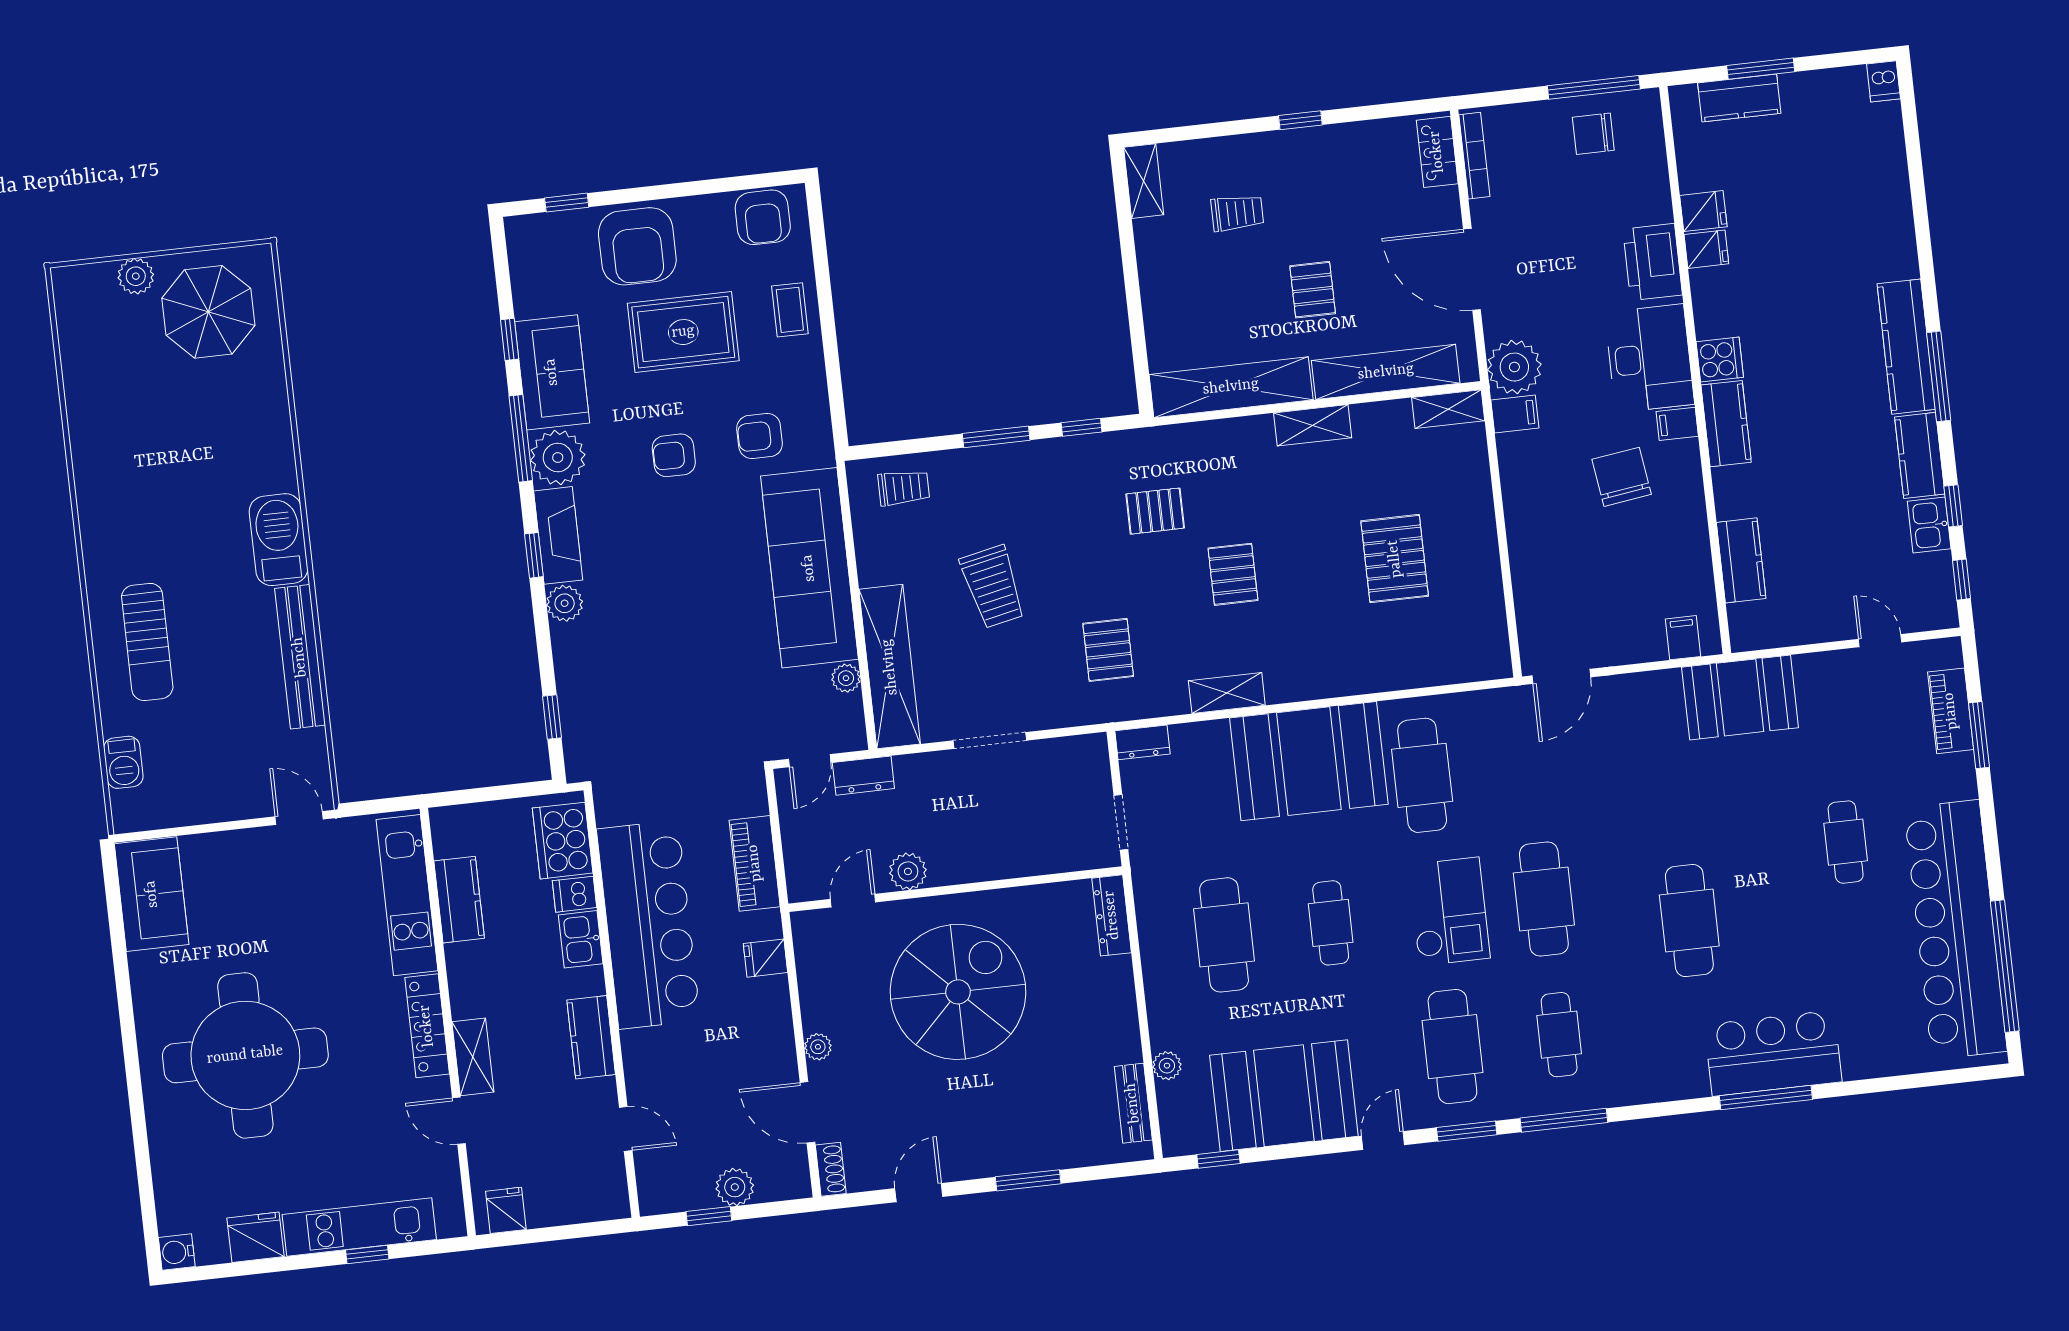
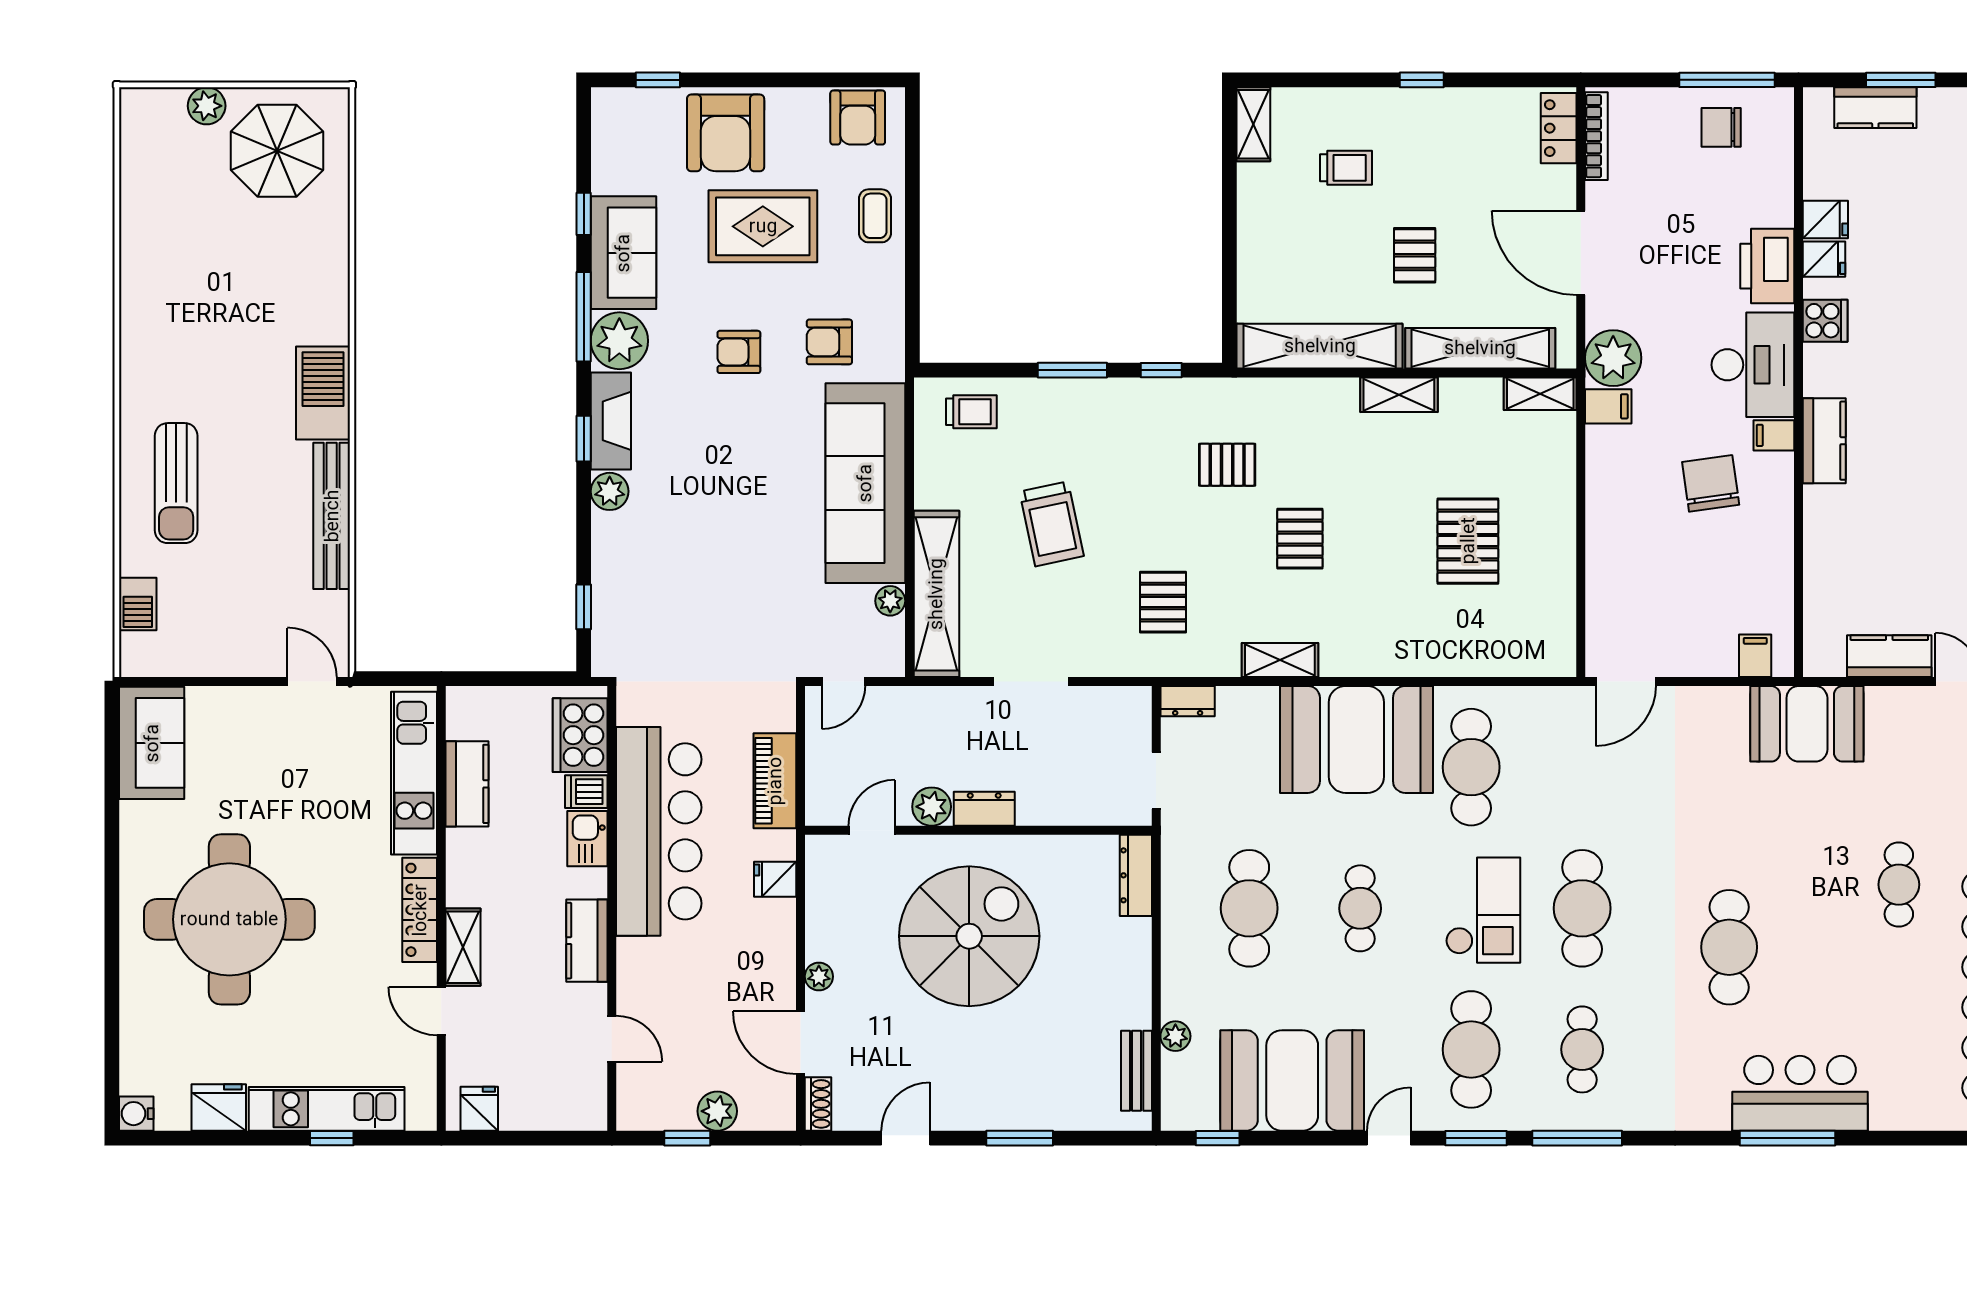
cooker: (1720, 359) -> (1825, 321), moved
kitchen counter: (1741, 560) -> (1889, 656), moved, turned -90
dresser: (863, 776) -> (984, 809), moved, turned 180

